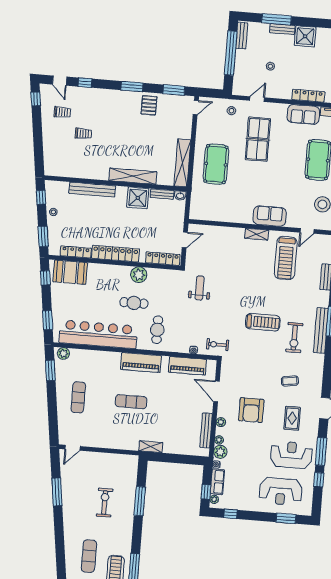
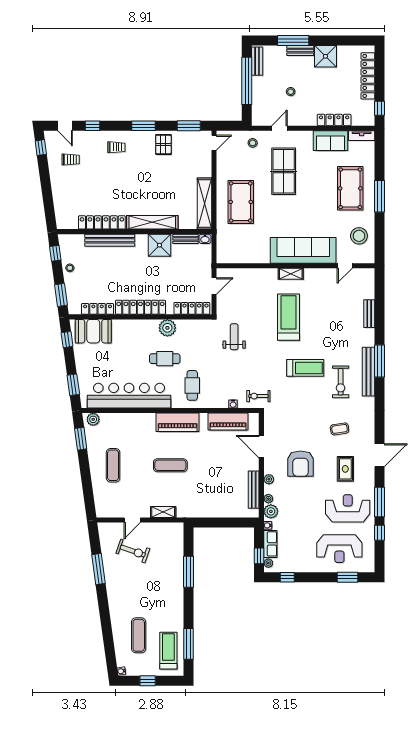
trolley: (83, 134) -> (116, 147), moved
locker: (86, 173) -> (102, 222), added
sofa: (270, 216) -> (303, 250), width x1.85, depth x1.27
treadmill: (286, 258) -> (288, 317), moved, turned 180
shelving: (151, 447) -> (163, 512), moved
door: (72, 448) -> (132, 520), moved
exercise bike: (105, 503) -> (133, 551), moved, turned 109

